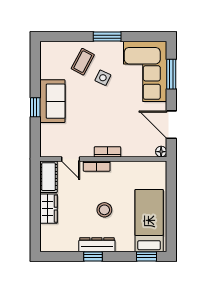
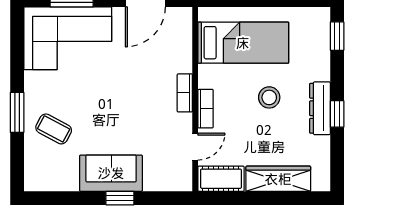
window: (107, 37) -> (17, 112), moved
side table: (103, 78) -> (77, 100), removed
floor lamp: (161, 152) -> (185, 15), removed
wardrobe: (48, 209) -> (278, 179), width x1.50
bed: (149, 221) -> (243, 43), moved, turned 180

